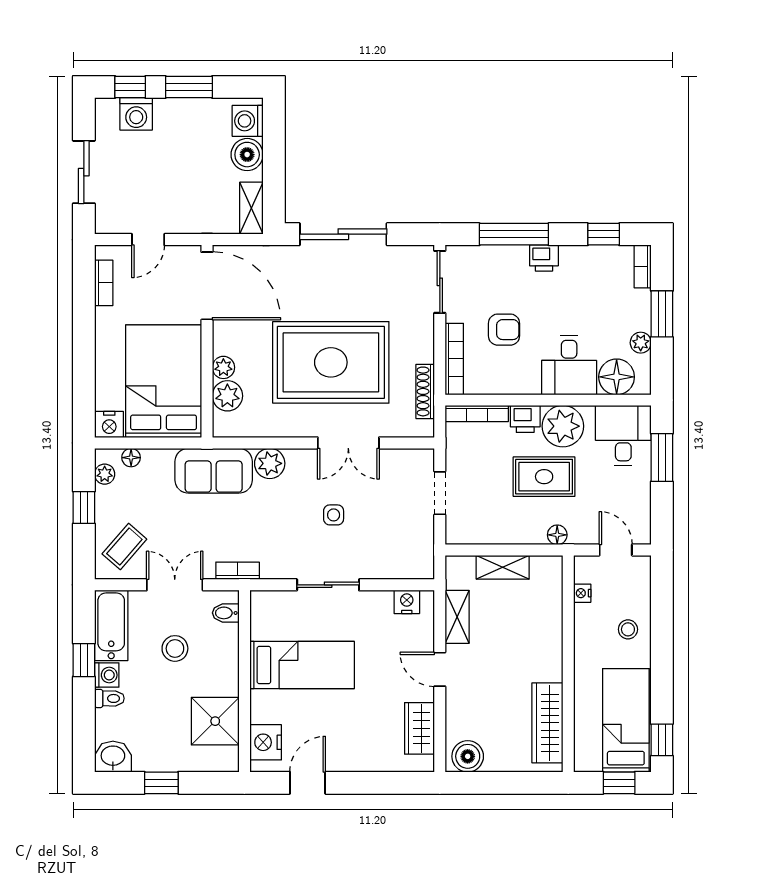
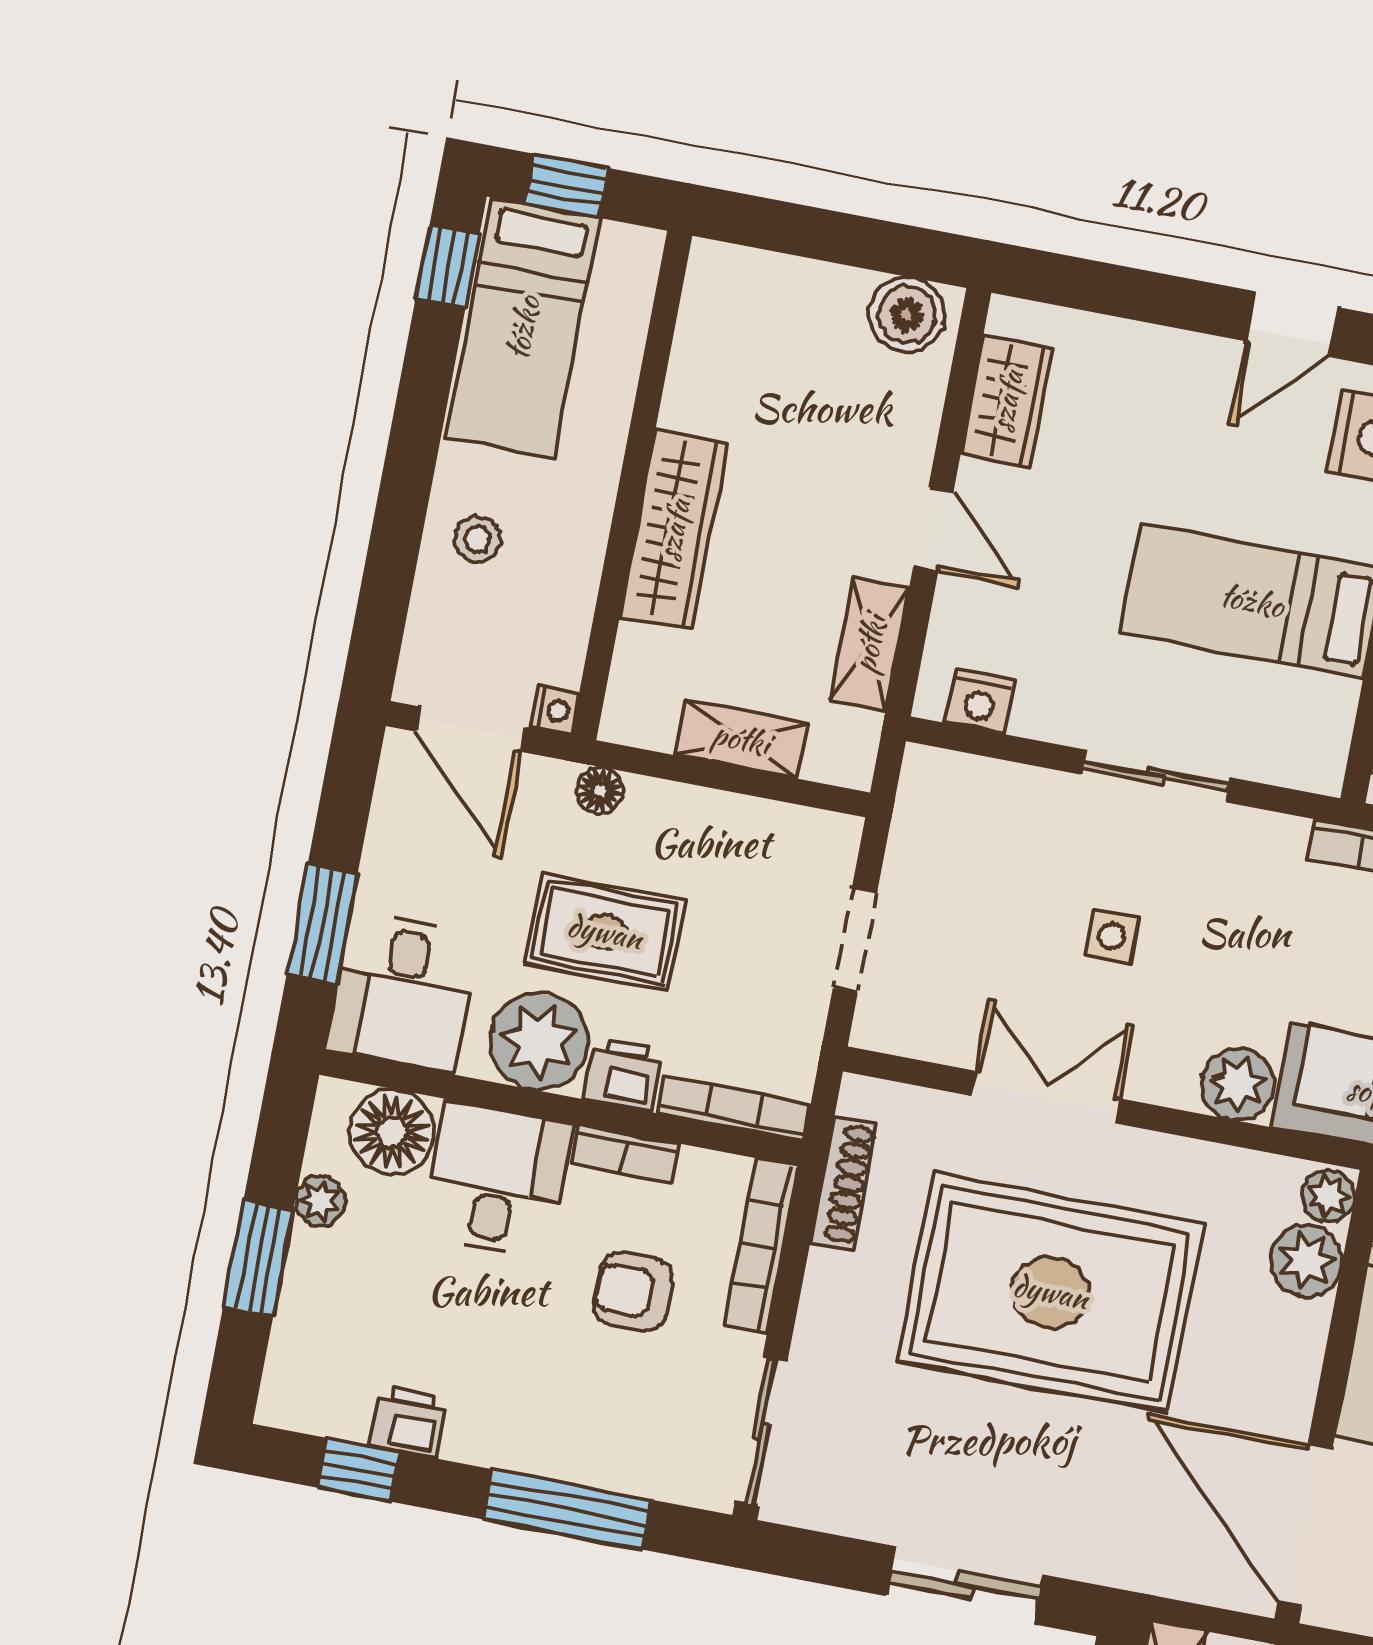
sliding door: (343, 234) -> (965, 1585), width x0.73
printer: (544, 258) -> (408, 1422), moved
bookcase: (643, 266) -> (625, 1154), moved, turned 90
plant: (223, 367) -> (1328, 1196), moved
door: (616, 550) -> (471, 729), width x1.37
nightstand: (582, 593) -> (555, 710), moved
wardrobe: (547, 723) -> (674, 530), moved

